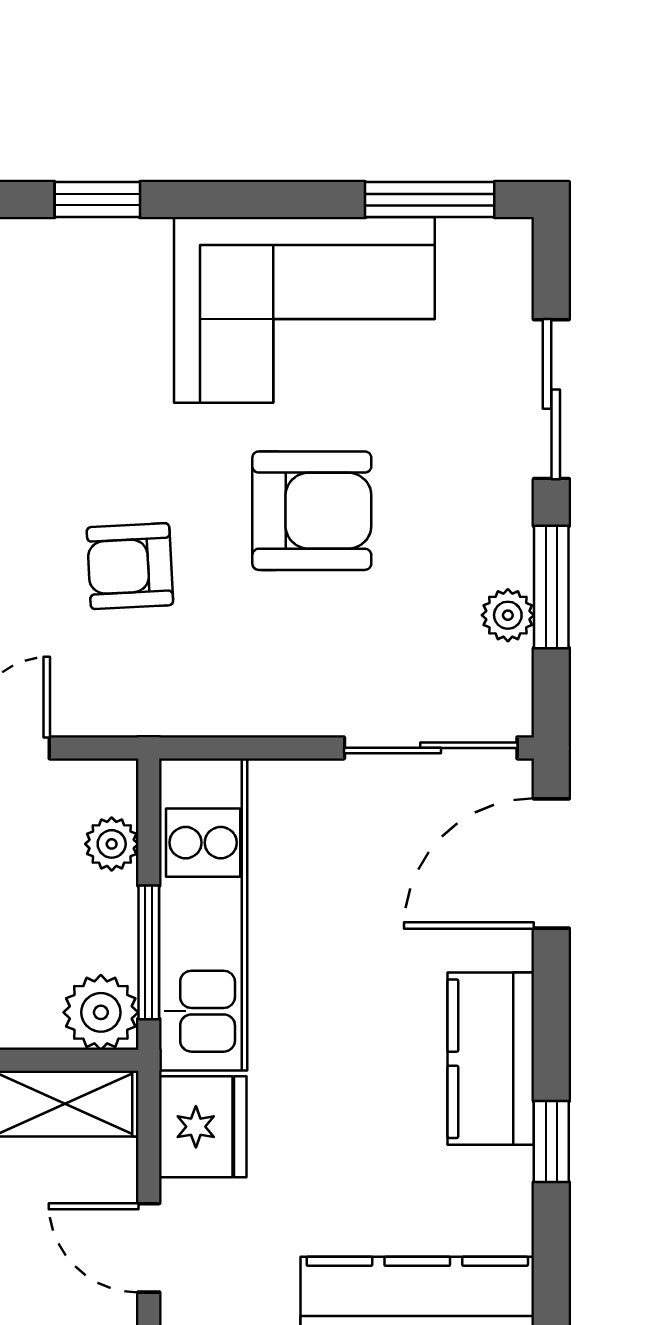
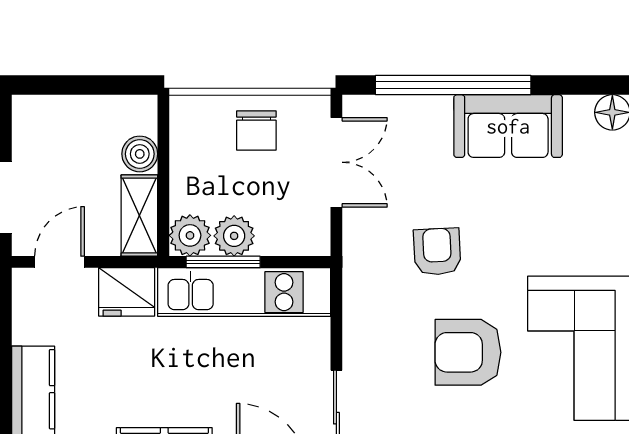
armchair: (312, 511) -> (468, 352), turned 90
plant: (112, 844) -> (234, 236), moved, width x1.38, depth x1.38

